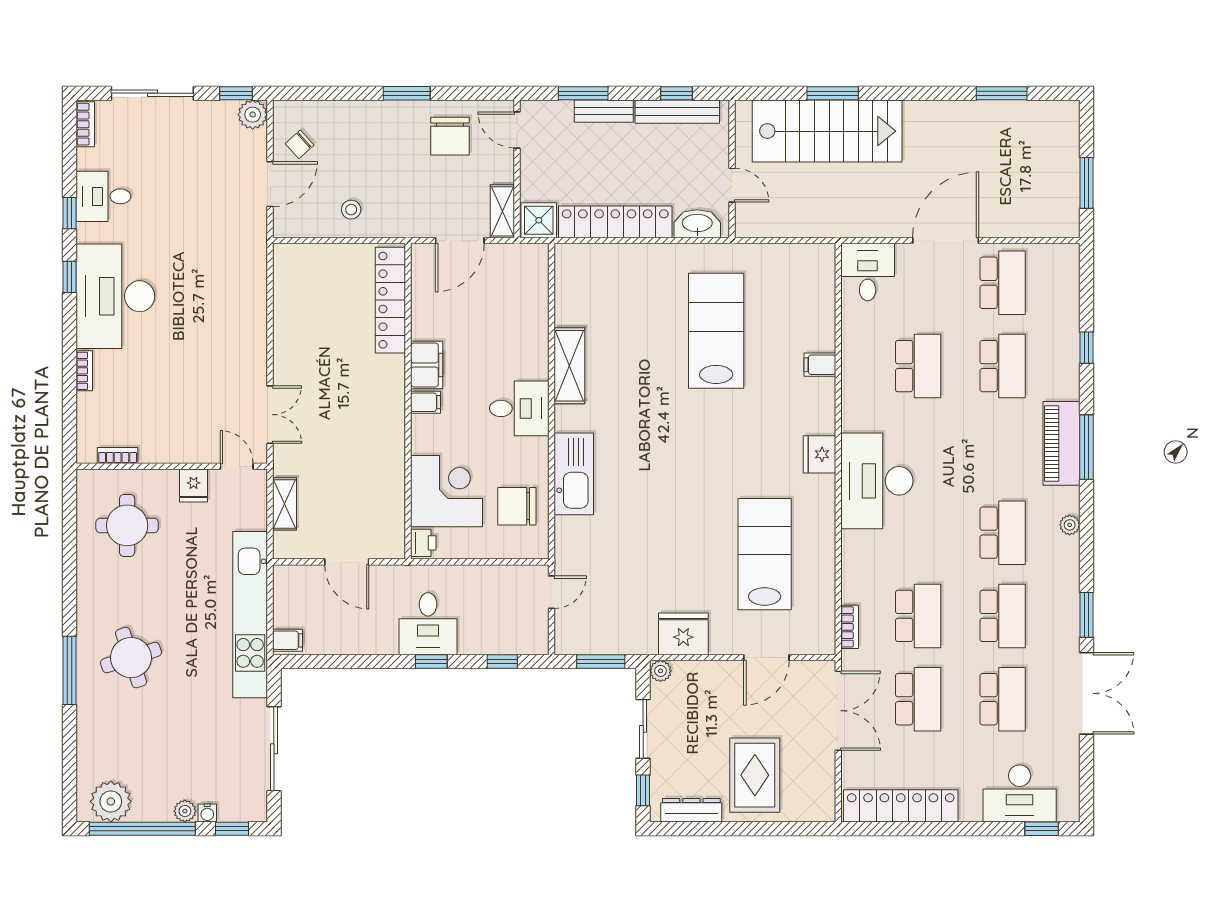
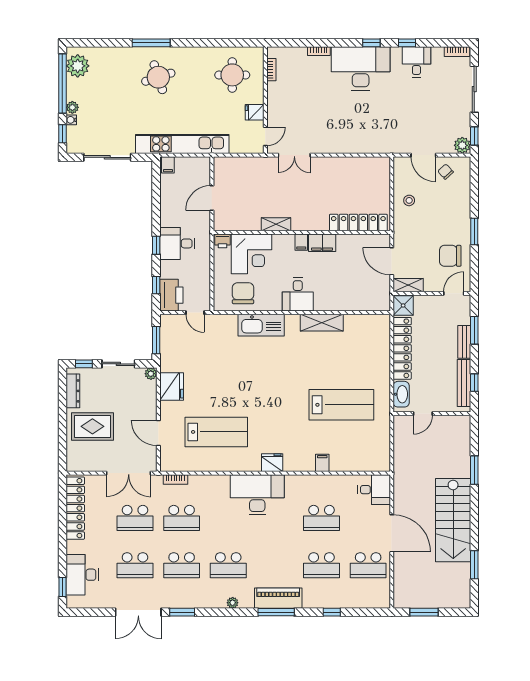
stairs: (827, 131) -> (453, 520), moved
shelving: (284, 504) -> (276, 224), moved
printer: (520, 634) -> (171, 295), added

